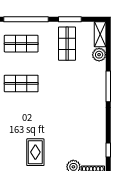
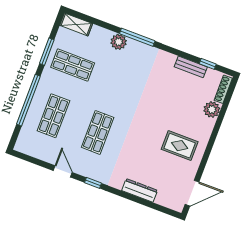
plant: (99, 55) -> (119, 42), moved
bench: (101, 137) -> (191, 67), added

